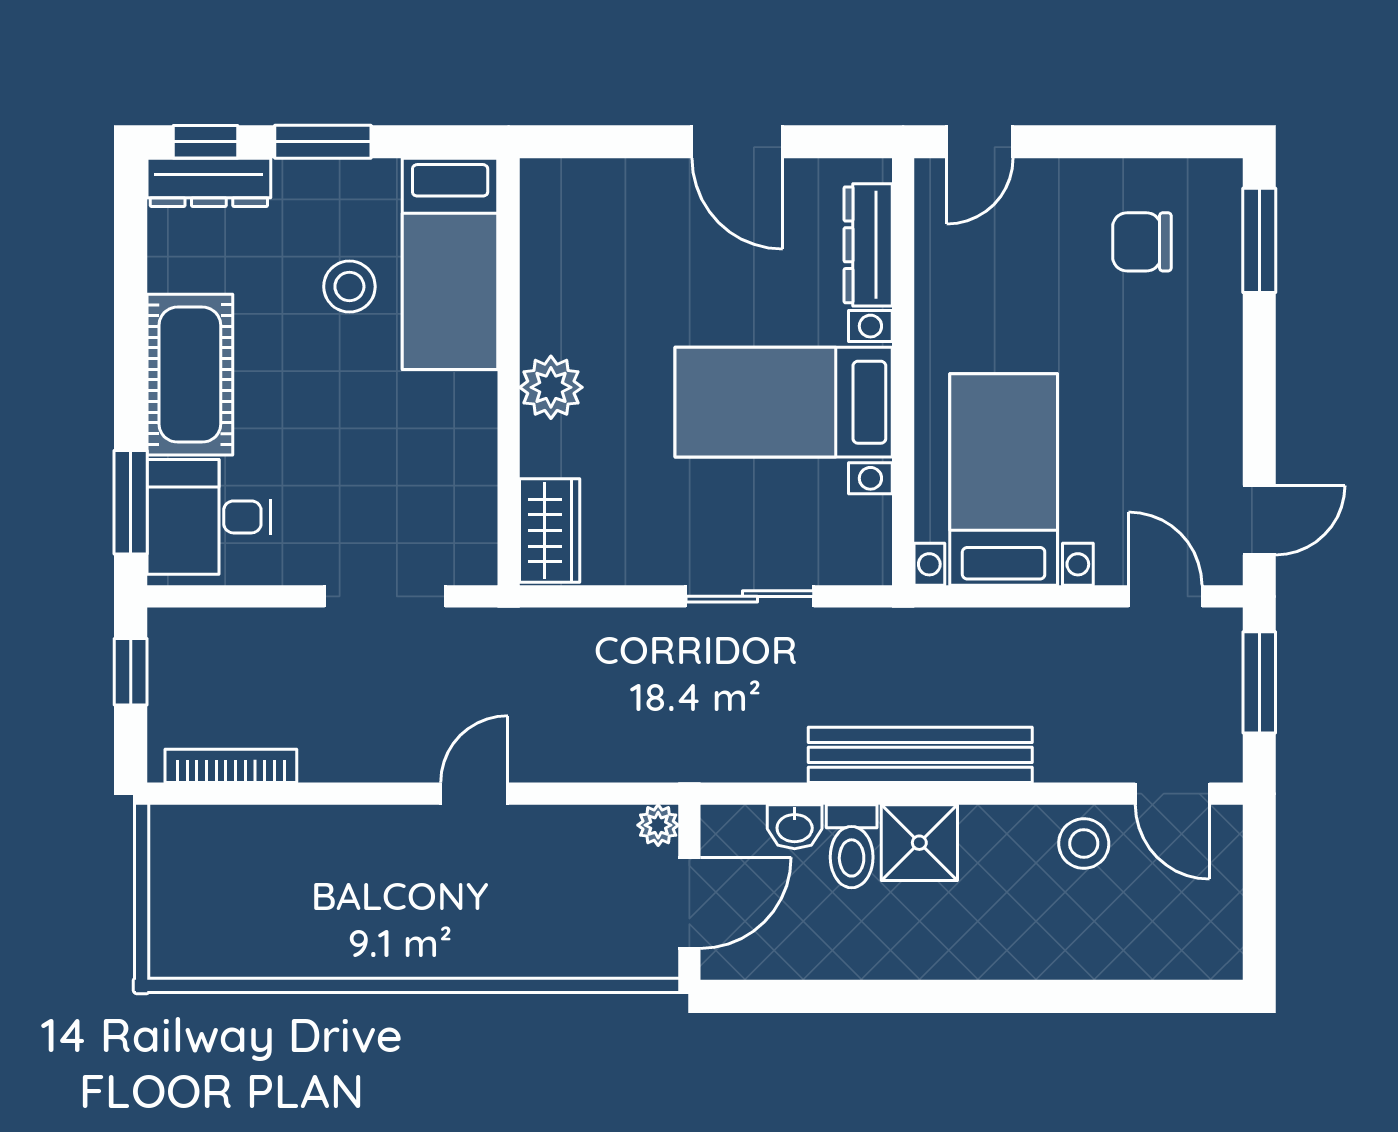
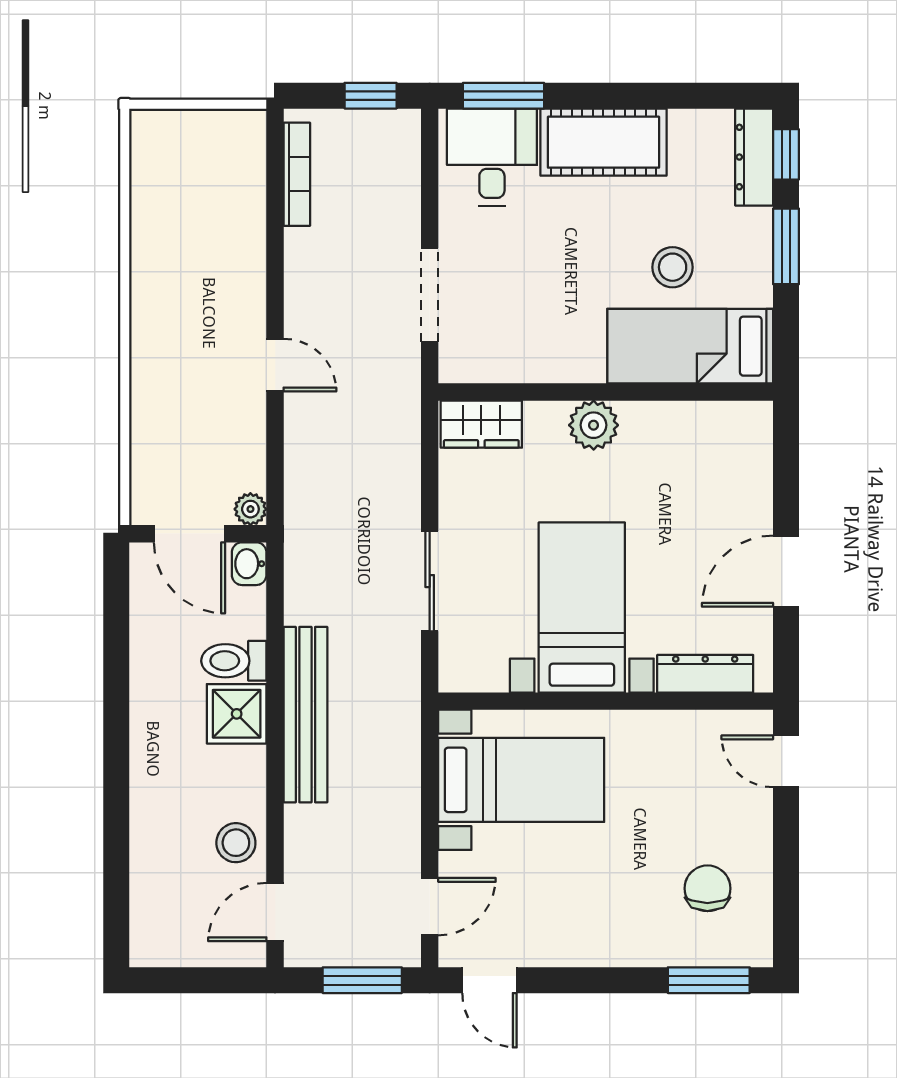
washbasin: (795, 827) -> (249, 564), moved

